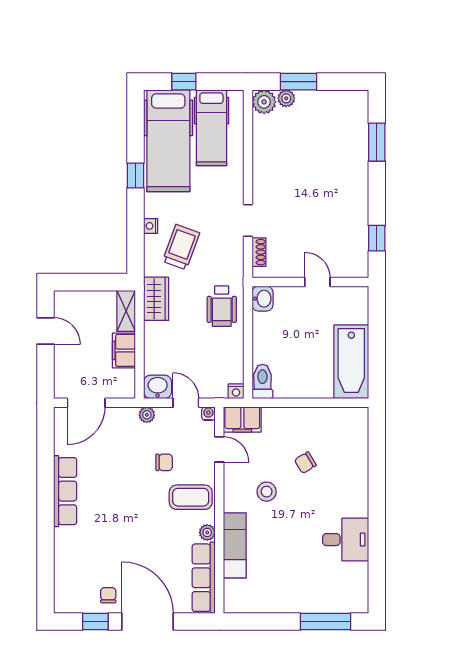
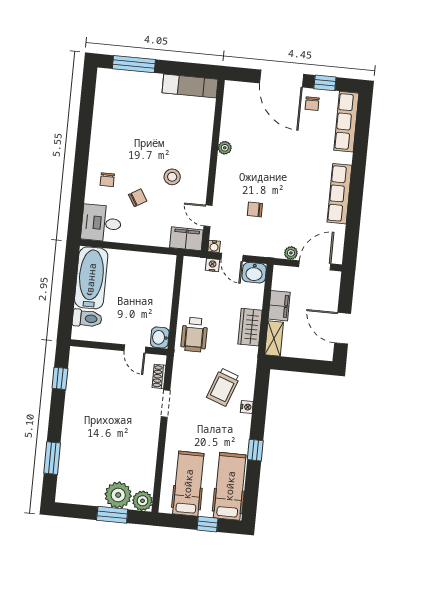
plant: (286, 98) -> (118, 495), width x1.88, depth x1.88
hospital bed: (168, 141) -> (230, 486), width x0.73, depth x0.78
door: (317, 282) -> (135, 349), moved
wardrobe: (156, 299) -> (250, 327), moved
wheelchair: (222, 306) -> (194, 335), turned 180
door: (45, 331) -> (343, 328), width x1.38
toilet: (262, 381) -> (87, 318), moved, turned -90
nightstand: (236, 391) -> (213, 265), moved
plant: (147, 415) -> (291, 253), moved
chair: (344, 481) -> (107, 180), added
coffee table: (191, 497) -> (236, 178), removed
desk: (346, 540) -> (101, 223), moved
exam couch: (235, 545) -> (190, 86), moved, turned -90
row of seats: (204, 578) -> (346, 122), moved, turned 180

